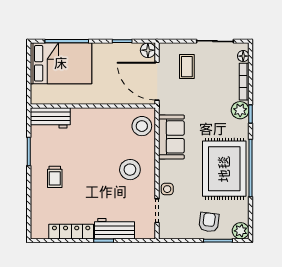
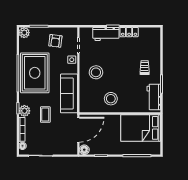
bed: (61, 63) -> (141, 128), moved
coffee table: (187, 67) -> (45, 115), moved
door: (157, 81) -> (78, 130), hinge flipped
workbench: (50, 118) -> (154, 97), moved, turned -90
stool: (142, 126) -> (111, 99), moved
sofa: (171, 137) -> (69, 93), width x1.36
armchair: (209, 222) -> (55, 41), moved
locker: (71, 232) -> (129, 32), width x0.66

